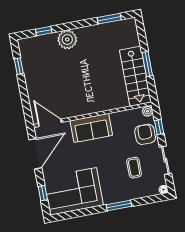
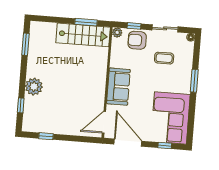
window: (147, 64) -> (86, 22), moved

